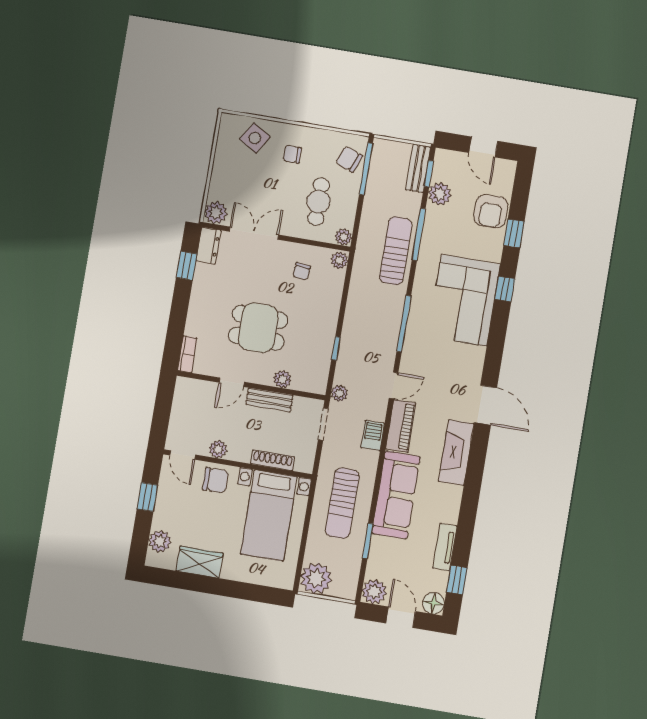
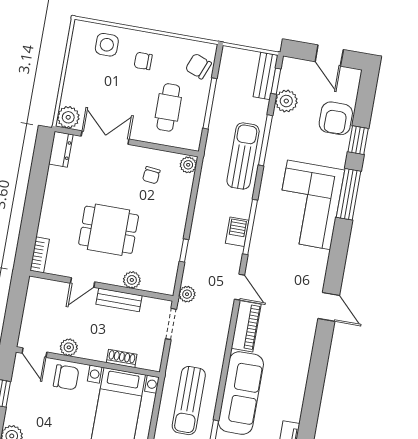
side table: (255, 138) -> (107, 45), turned -32
window: (366, 169) -> (210, 103), moved
plant: (343, 237) -> (192, 142), removed
window: (187, 266) -> (40, 169), removed
window: (505, 289) -> (349, 194), width x2.17
door: (394, 386) -> (240, 287), hinge flipped
door: (486, 405) -> (329, 307), width x0.73
barbecue: (373, 435) -> (237, 232), moved
fireplace: (456, 453) -> (300, 353), removed
shoe rack: (273, 460) -> (122, 358), width x0.70

